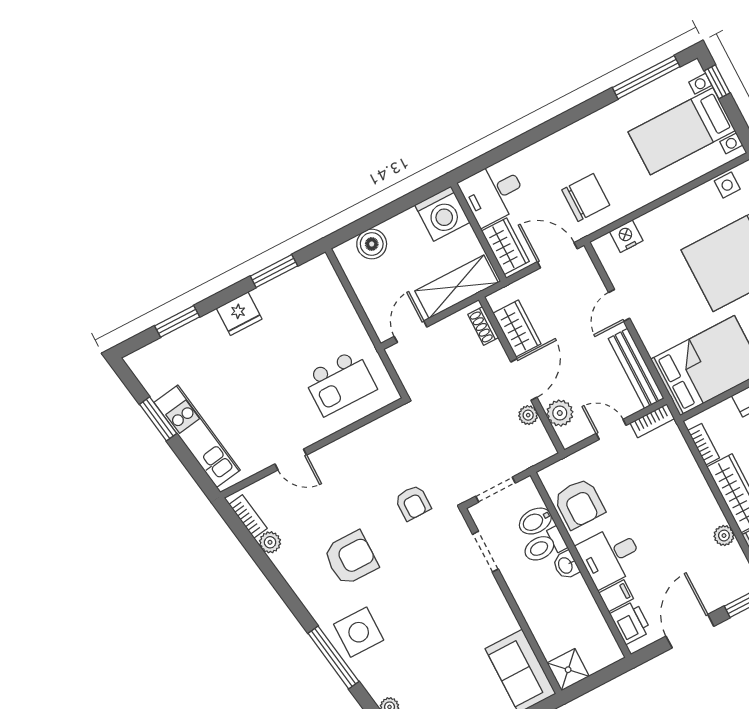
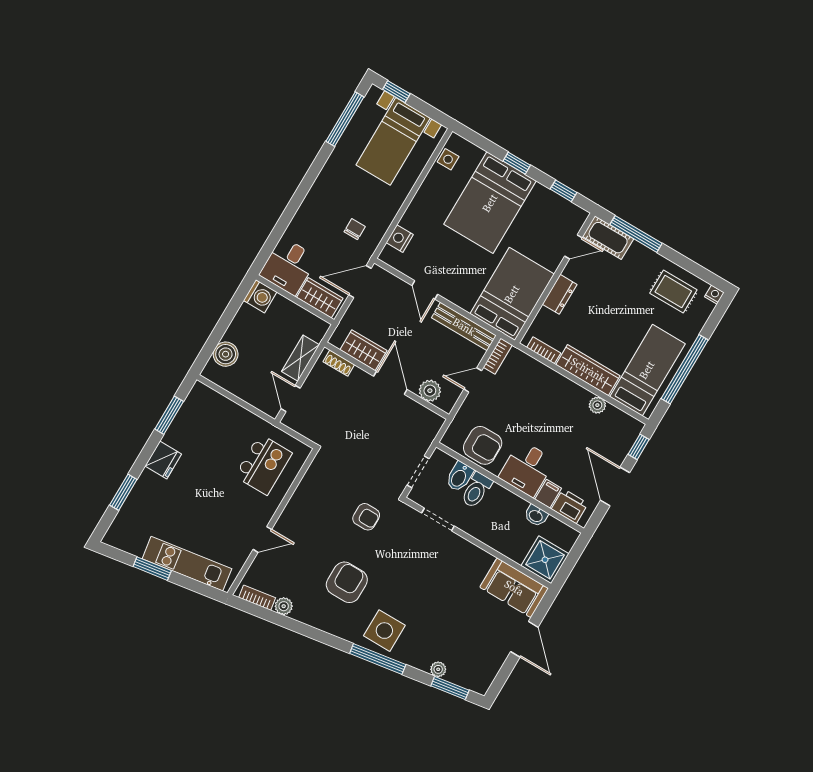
chair: (586, 197) -> (355, 229), width x0.54, depth x0.54
washing machine: (442, 214) -> (260, 296), width x0.73, depth x0.73
shelving: (457, 287) -> (301, 358), width x0.67, depth x0.75
plant: (528, 415) -> (409, 406), removed
washbasin: (566, 565) -> (536, 516), moved
shower: (568, 670) -> (545, 560), width x1.36, depth x1.36

